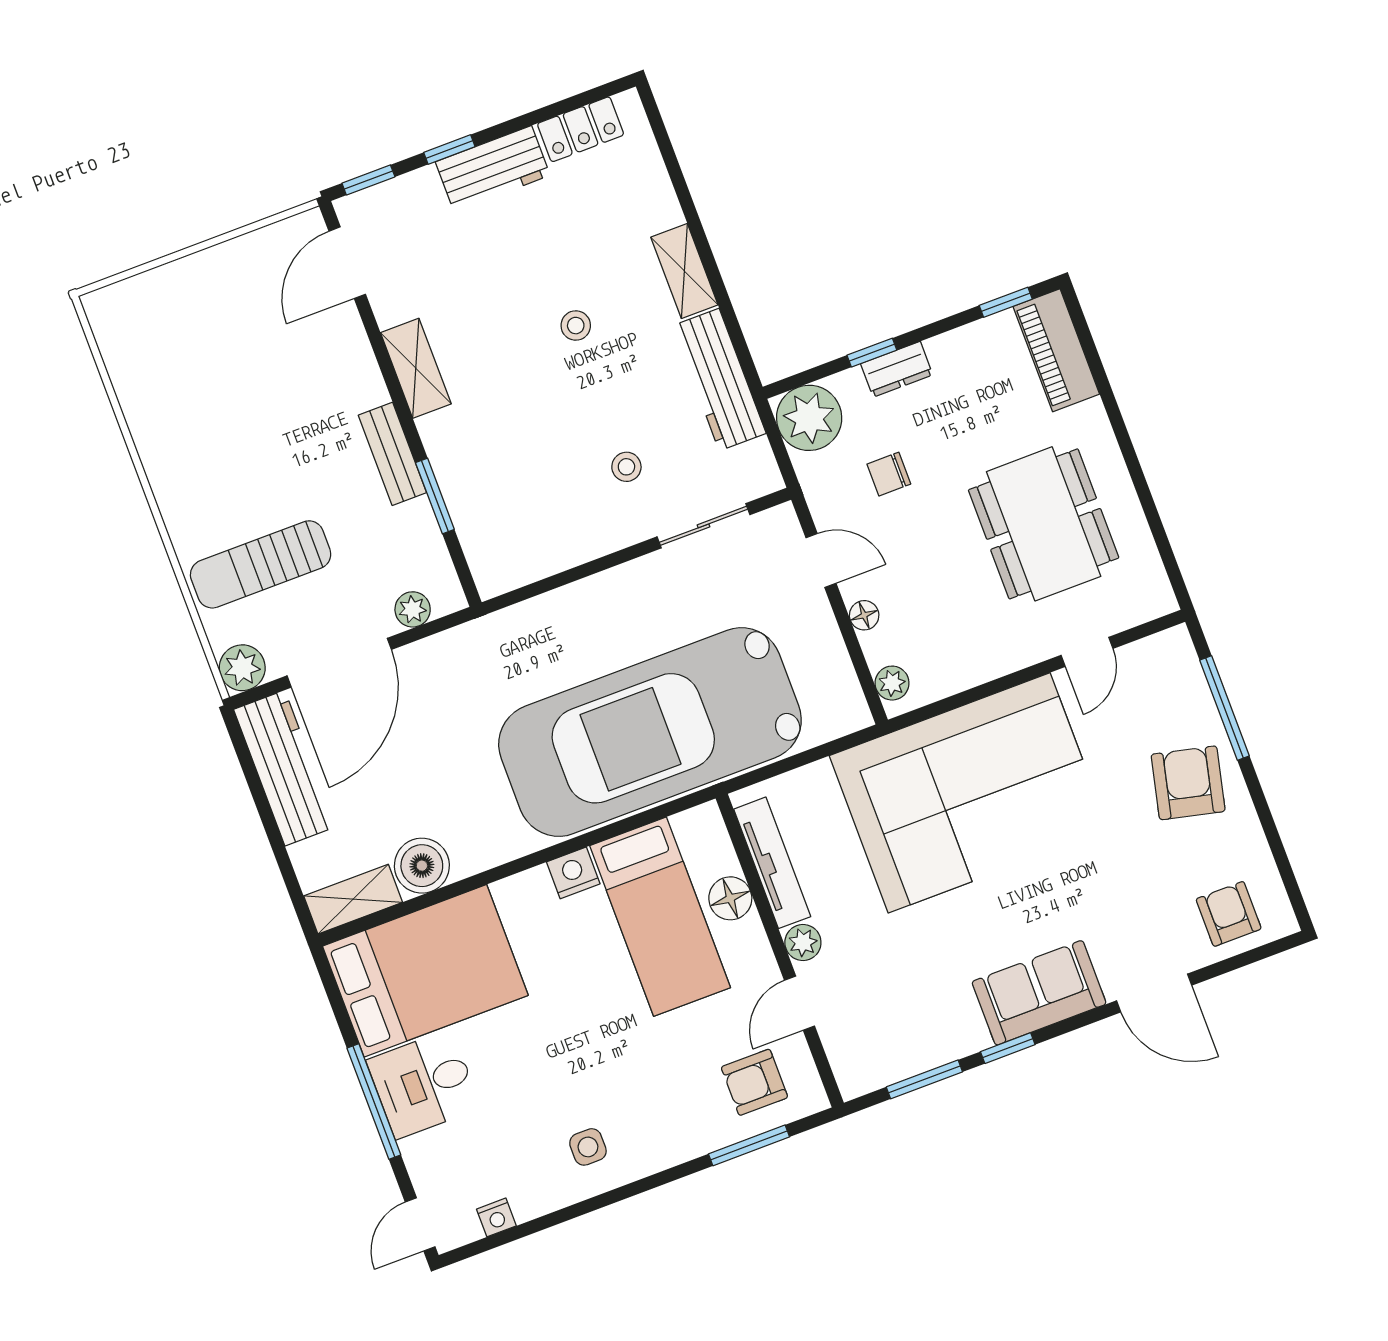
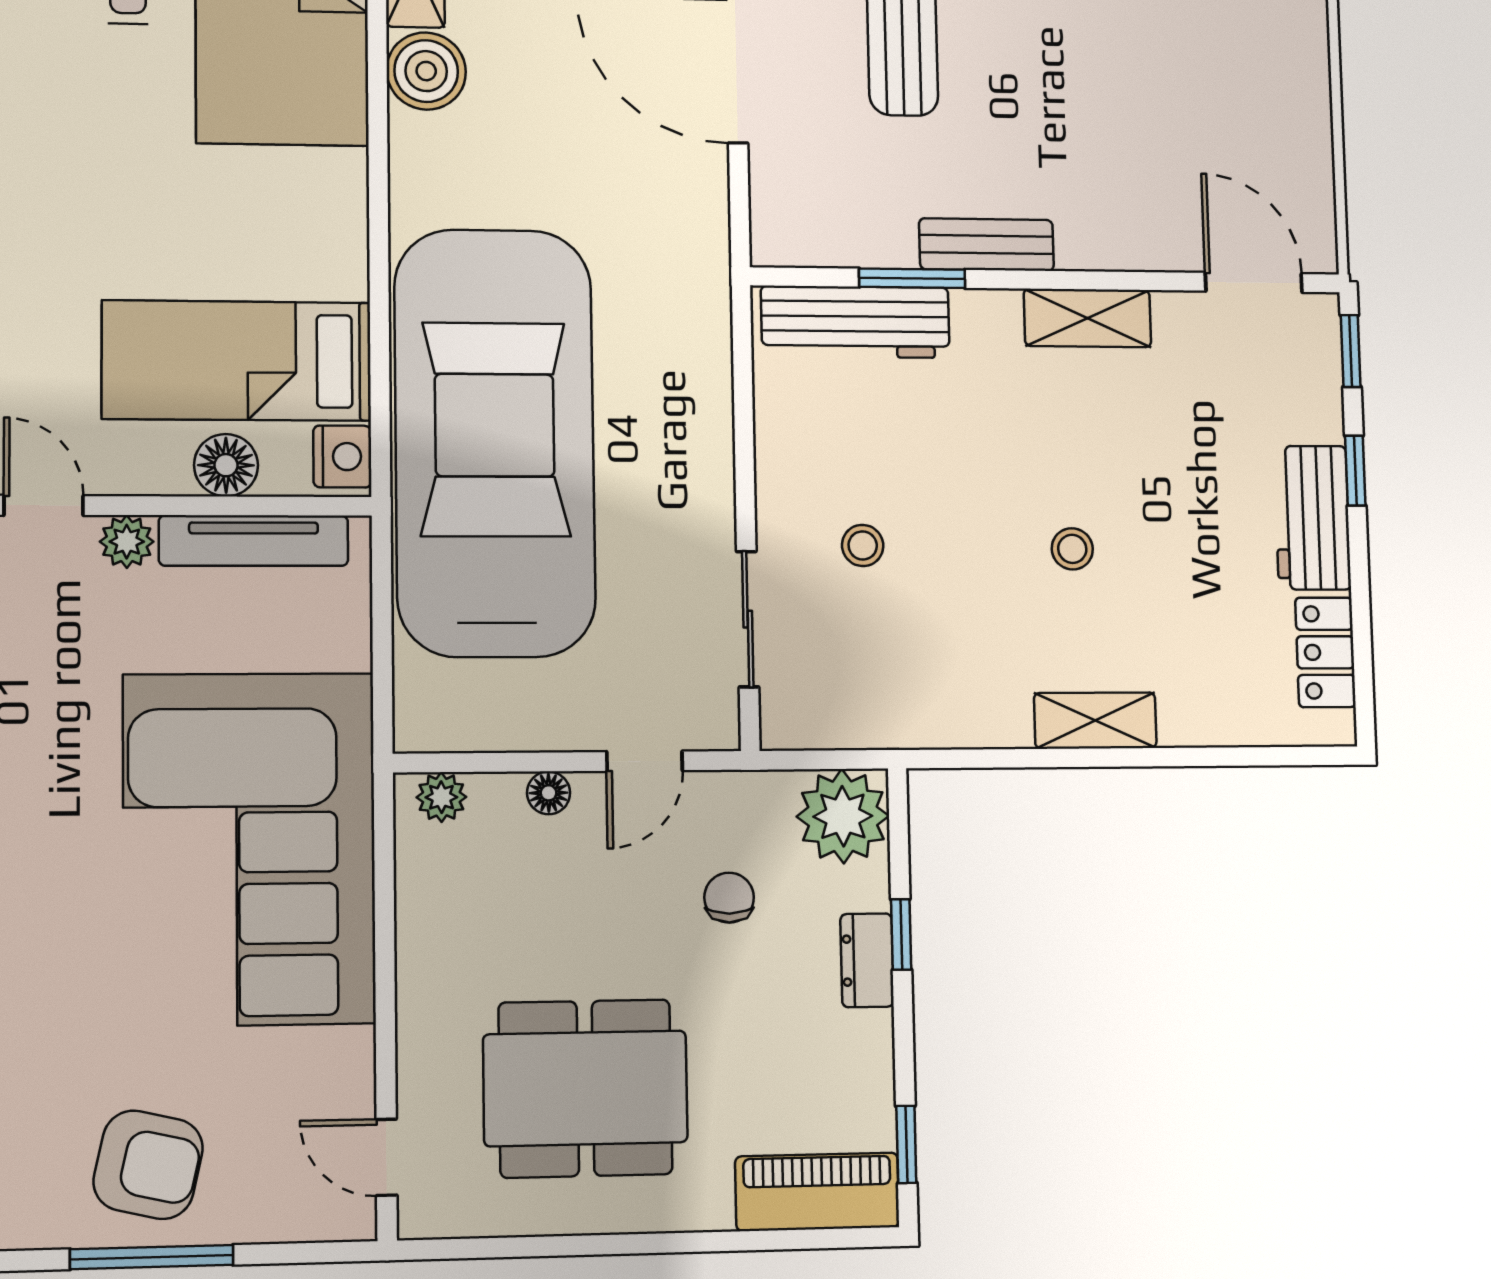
workbench: (719, 380) -> (855, 322), moved, turned 180
plant: (413, 609) -> (773, 191), removed
door: (1087, 652) -> (386, 1157), moved
window: (1225, 708) -> (152, 1257), moved
nightstand: (573, 873) -> (342, 457), moved

